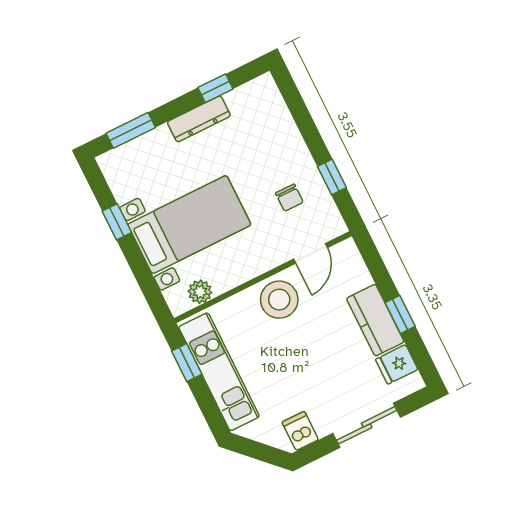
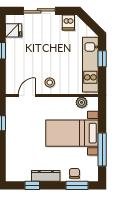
chair: (289, 198) -> (74, 173), moved
window: (117, 222) -> (102, 149), width x2.17
stool: (279, 300) -> (50, 82), width x0.53, depth x0.53
kitchen counter: (375, 320) -> (13, 54), removed
window: (187, 363) -> (102, 59), moved

